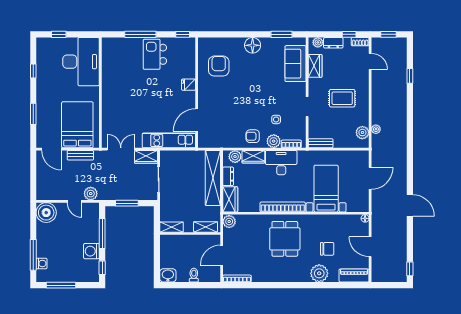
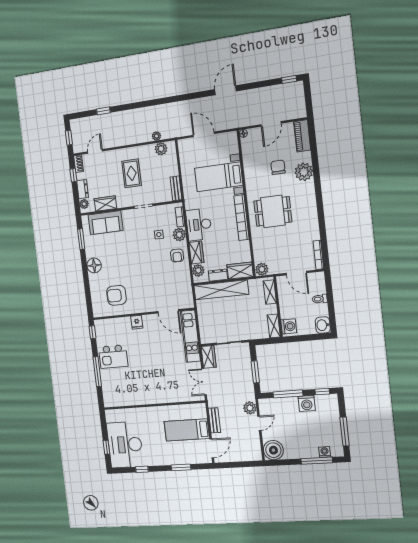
desk: (81, 62) -> (125, 445), moved, turned -90
bed: (77, 125) -> (187, 430), width x0.67
washing machine: (170, 242) -> (289, 326), added

